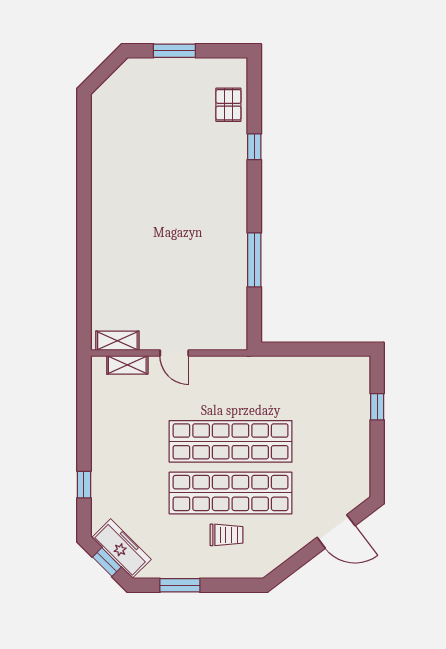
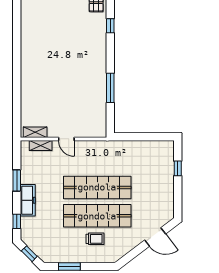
window: (84, 429) -> (17, 180), added
window: (84, 485) -> (17, 221), moved
freezer: (121, 548) -> (28, 200), moved, turned 45

